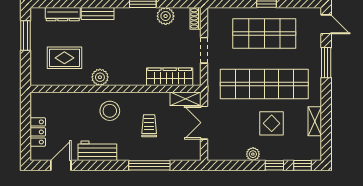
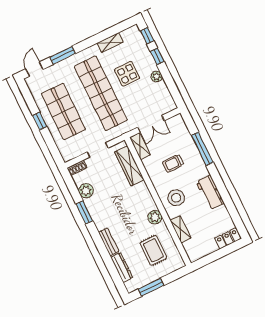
shelving: (73, 99) -> (181, 229), added
locker: (38, 132) -> (228, 238), moved
door: (61, 165) -> (234, 214), removed

